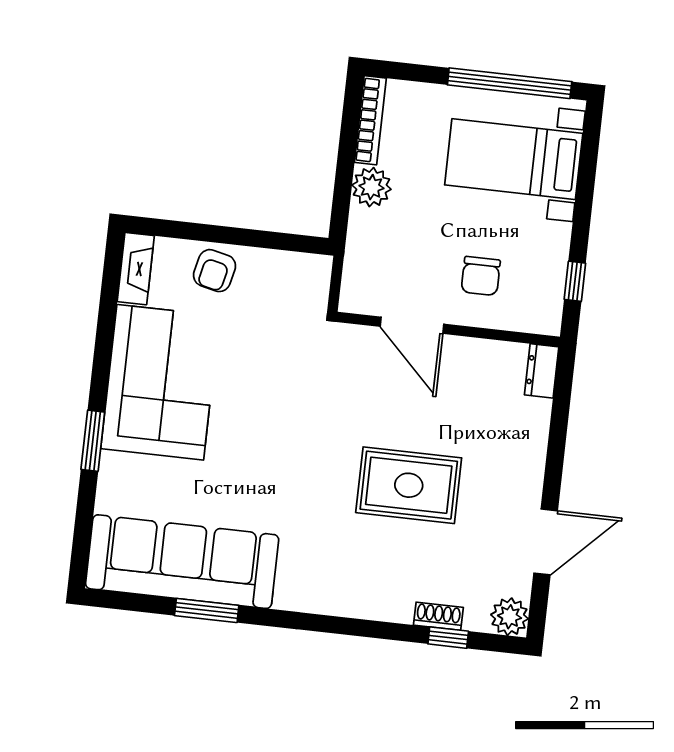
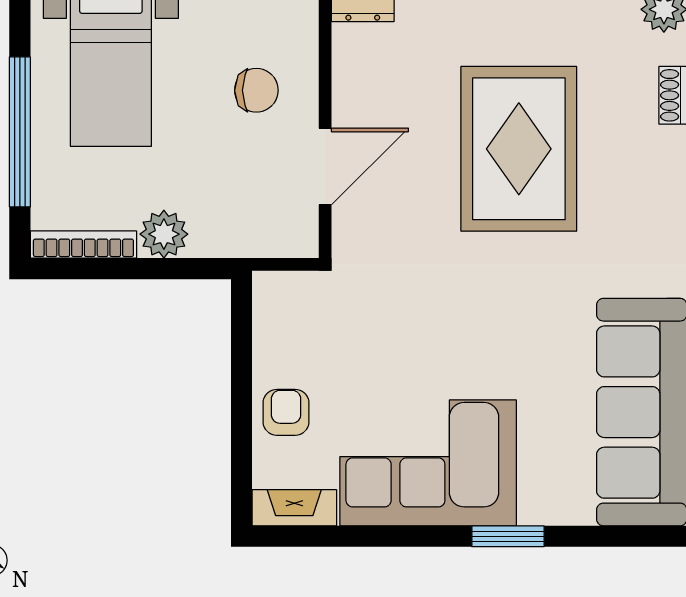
window: (510, 83) -> (20, 132), moved
armchair: (215, 271) -> (286, 412), turned -103
rug: (409, 485) -> (519, 149), width x1.37, depth x1.44

